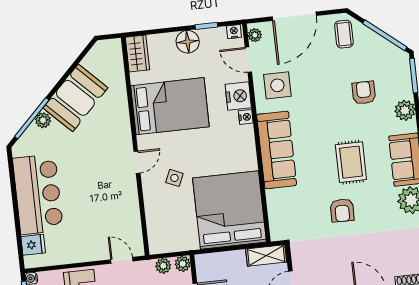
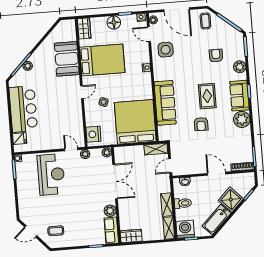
door: (294, 16) -> (177, 10), hinge flipped
nightstand: (238, 96) -> (93, 134), moved, turned 180
booth: (75, 98) -> (67, 59), moved, turned -45
sofa: (277, 150) -> (165, 103), moved
plant: (163, 266) -> (85, 154), moved

